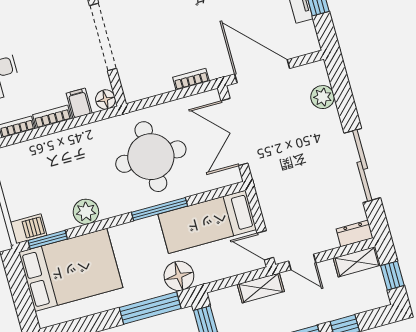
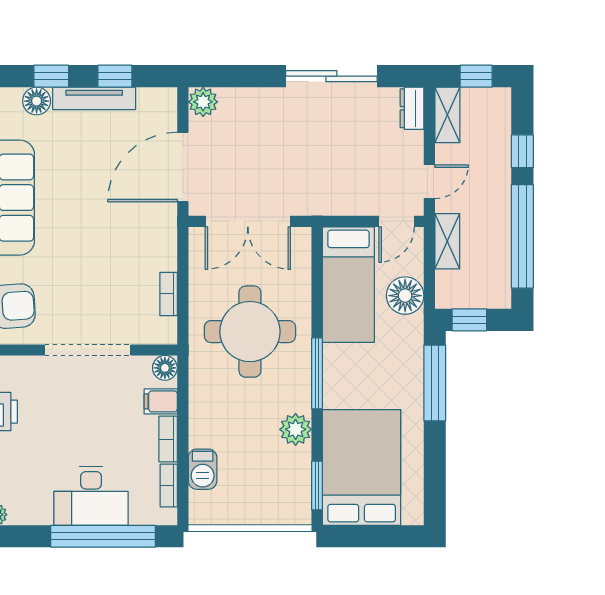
bookcase: (191, 79) -> (169, 294), moved
plant: (323, 97) -> (203, 102), moved
window: (159, 209) -> (317, 373), moved
barbecue: (29, 229) -> (203, 469), moved, turned 180
floor lamp: (179, 276) -> (405, 296), moved

